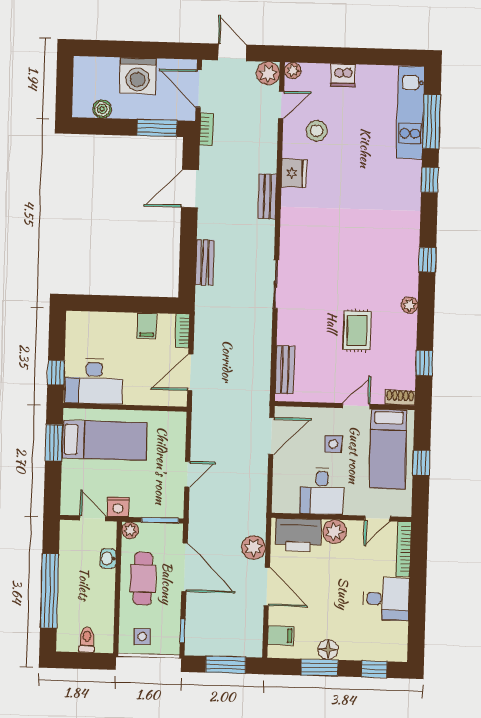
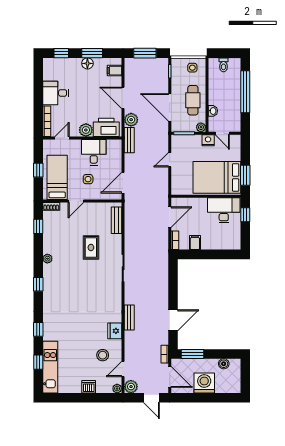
window: (432, 122) -> (38, 362), width x0.46
bench: (205, 262) -> (129, 140), moved
rug: (357, 331) -> (91, 247), moved
bed: (104, 440) -> (217, 177), width x1.50

